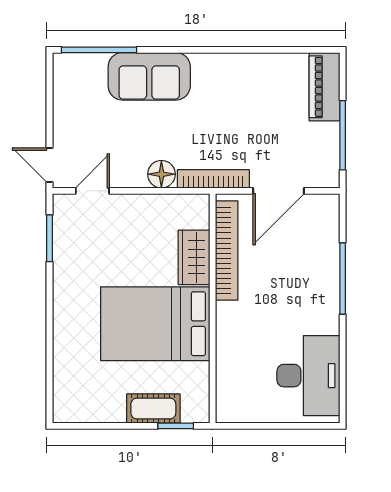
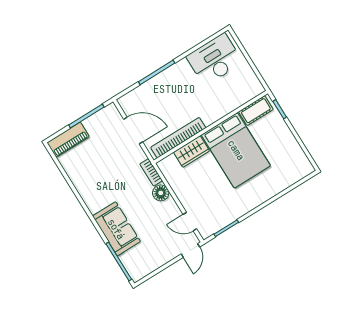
bookcase: (213, 179) -> (151, 172), width x0.64
cot: (153, 408) -> (256, 111), moved, turned 90

